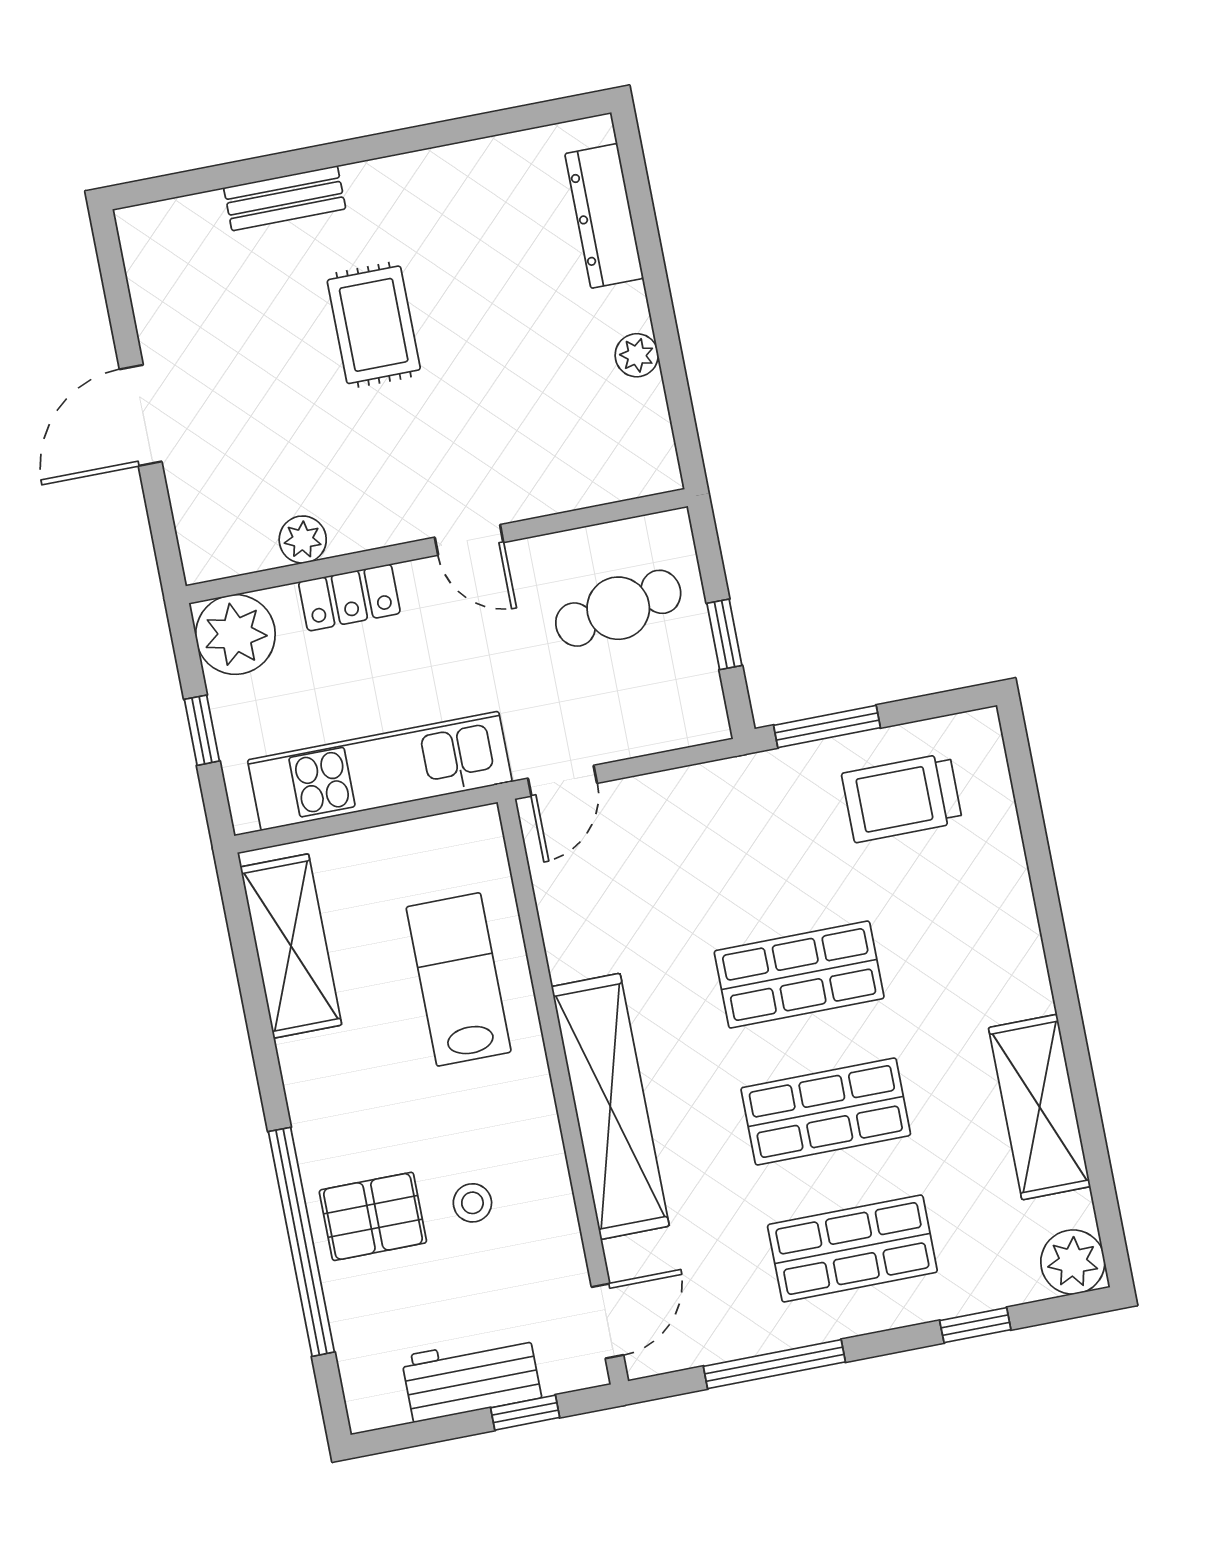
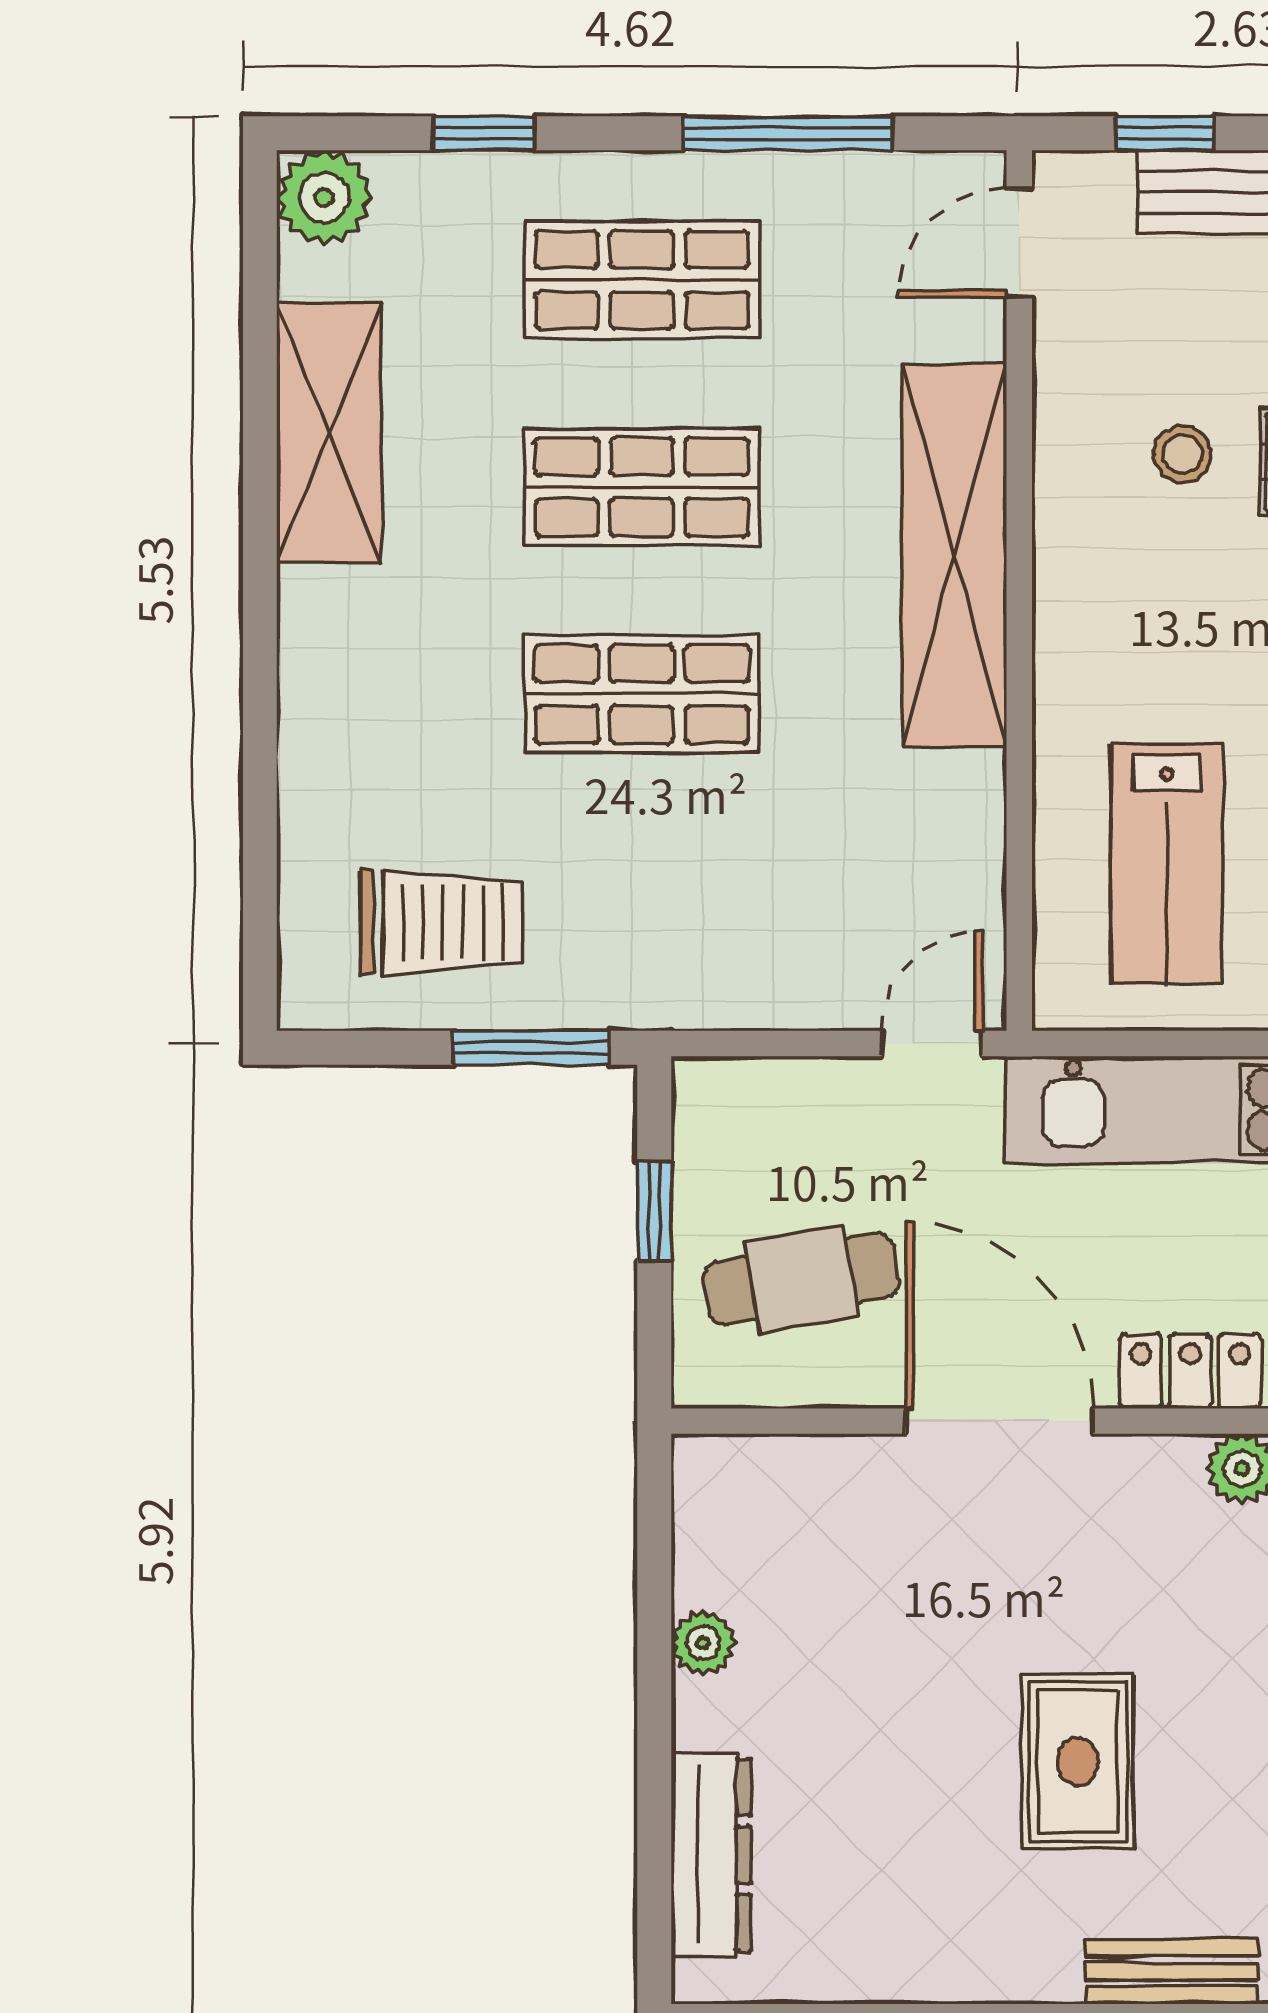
door: (469, 540) -> (1000, 1421), width x1.88
lab bench: (459, 979) -> (1167, 864), moved

